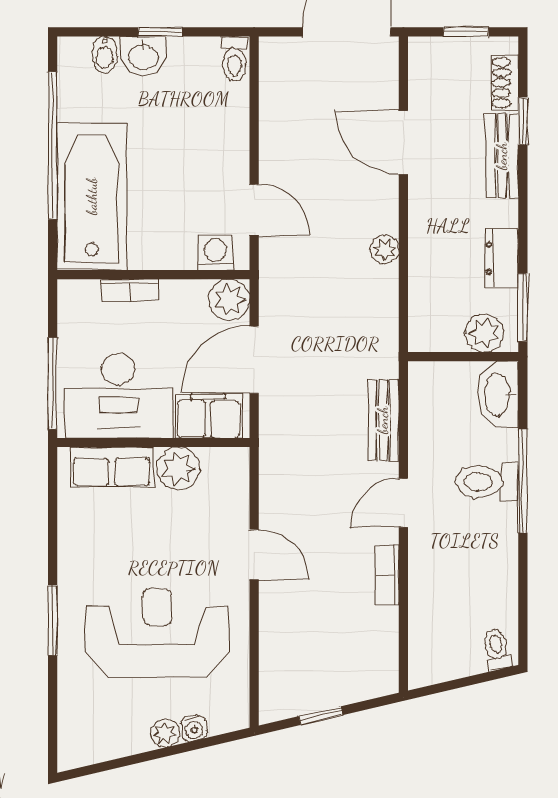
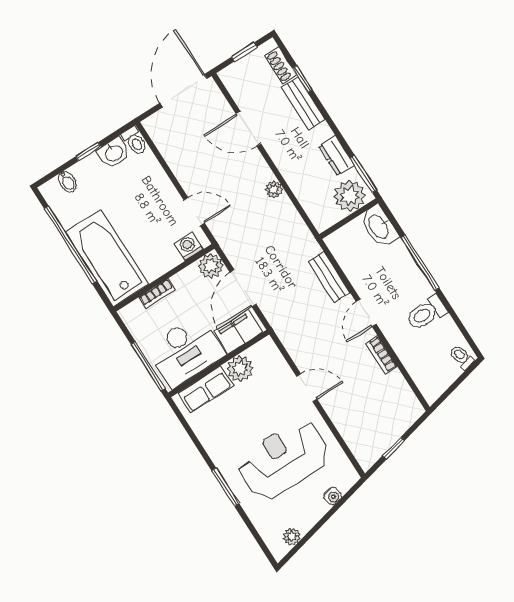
washbasin: (143, 56) -> (114, 153), moved
plant: (484, 333) -> (350, 196), width x1.36, depth x1.36
toilet: (487, 482) -> (426, 313), moved
plant: (165, 733) -> (292, 537), moved

